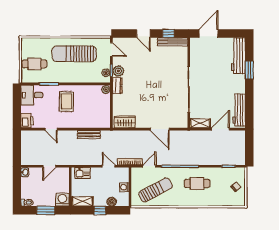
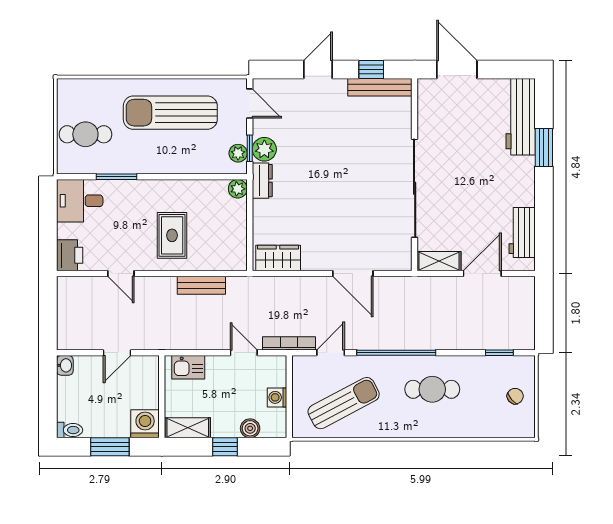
door: (143, 34) -> (318, 70), swing flipped
door: (209, 34) -> (457, 70), hinge flipped
rug: (66, 102) -> (172, 235), moved
workbench: (239, 110) -> (522, 232), width x0.73

